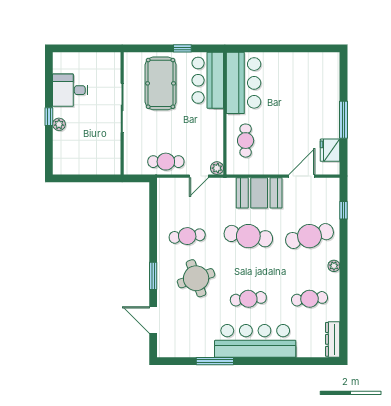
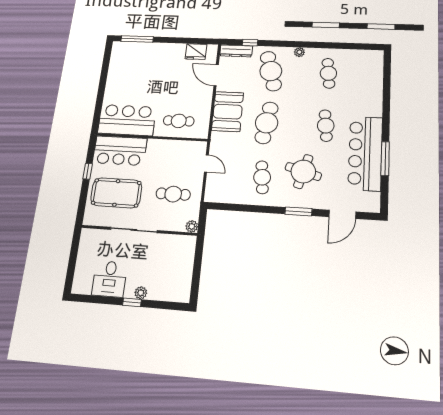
window: (344, 120) -> (137, 39), moved
cafe table: (166, 162) -> (173, 194), moved, turned 90
plant: (217, 168) -> (192, 226), moved
round table: (196, 278) -> (303, 171), turned 35
dresser: (333, 339) -> (236, 51), moved
bar counter: (255, 341) -> (365, 153), moved

